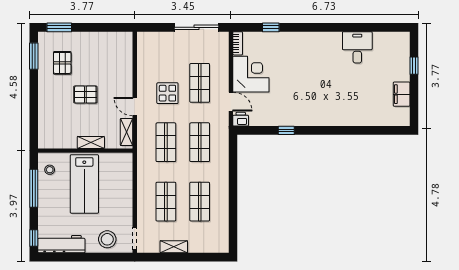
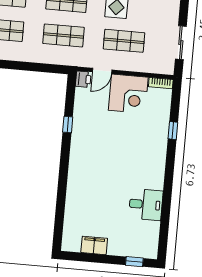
sliding door: (196, 27) -> (181, 43), width x0.73
window: (271, 27) -> (173, 131), moved
window: (414, 66) -> (134, 262), moved

